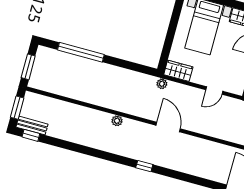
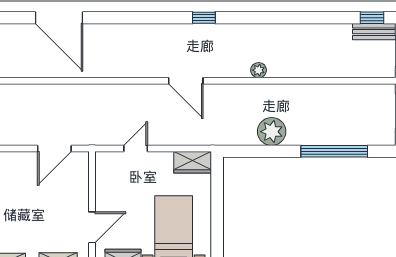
plant: (162, 84) -> (272, 132), moved, width x1.88, depth x1.88

